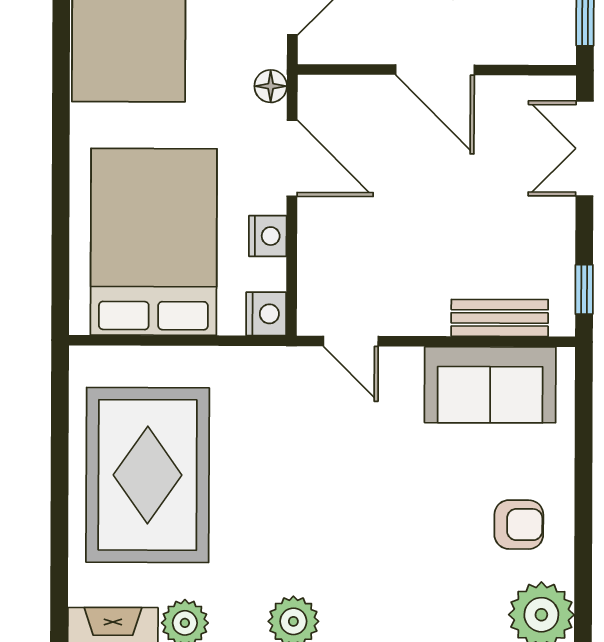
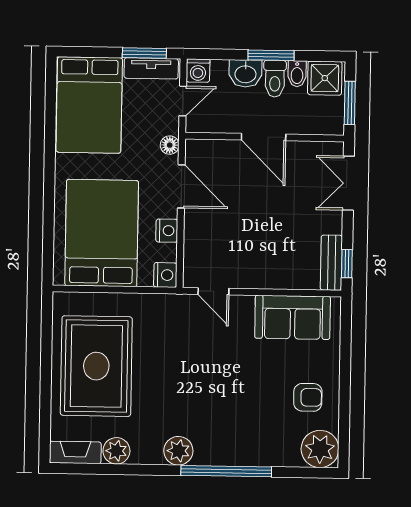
bench: (500, 318) -> (331, 263), moved, turned 90

